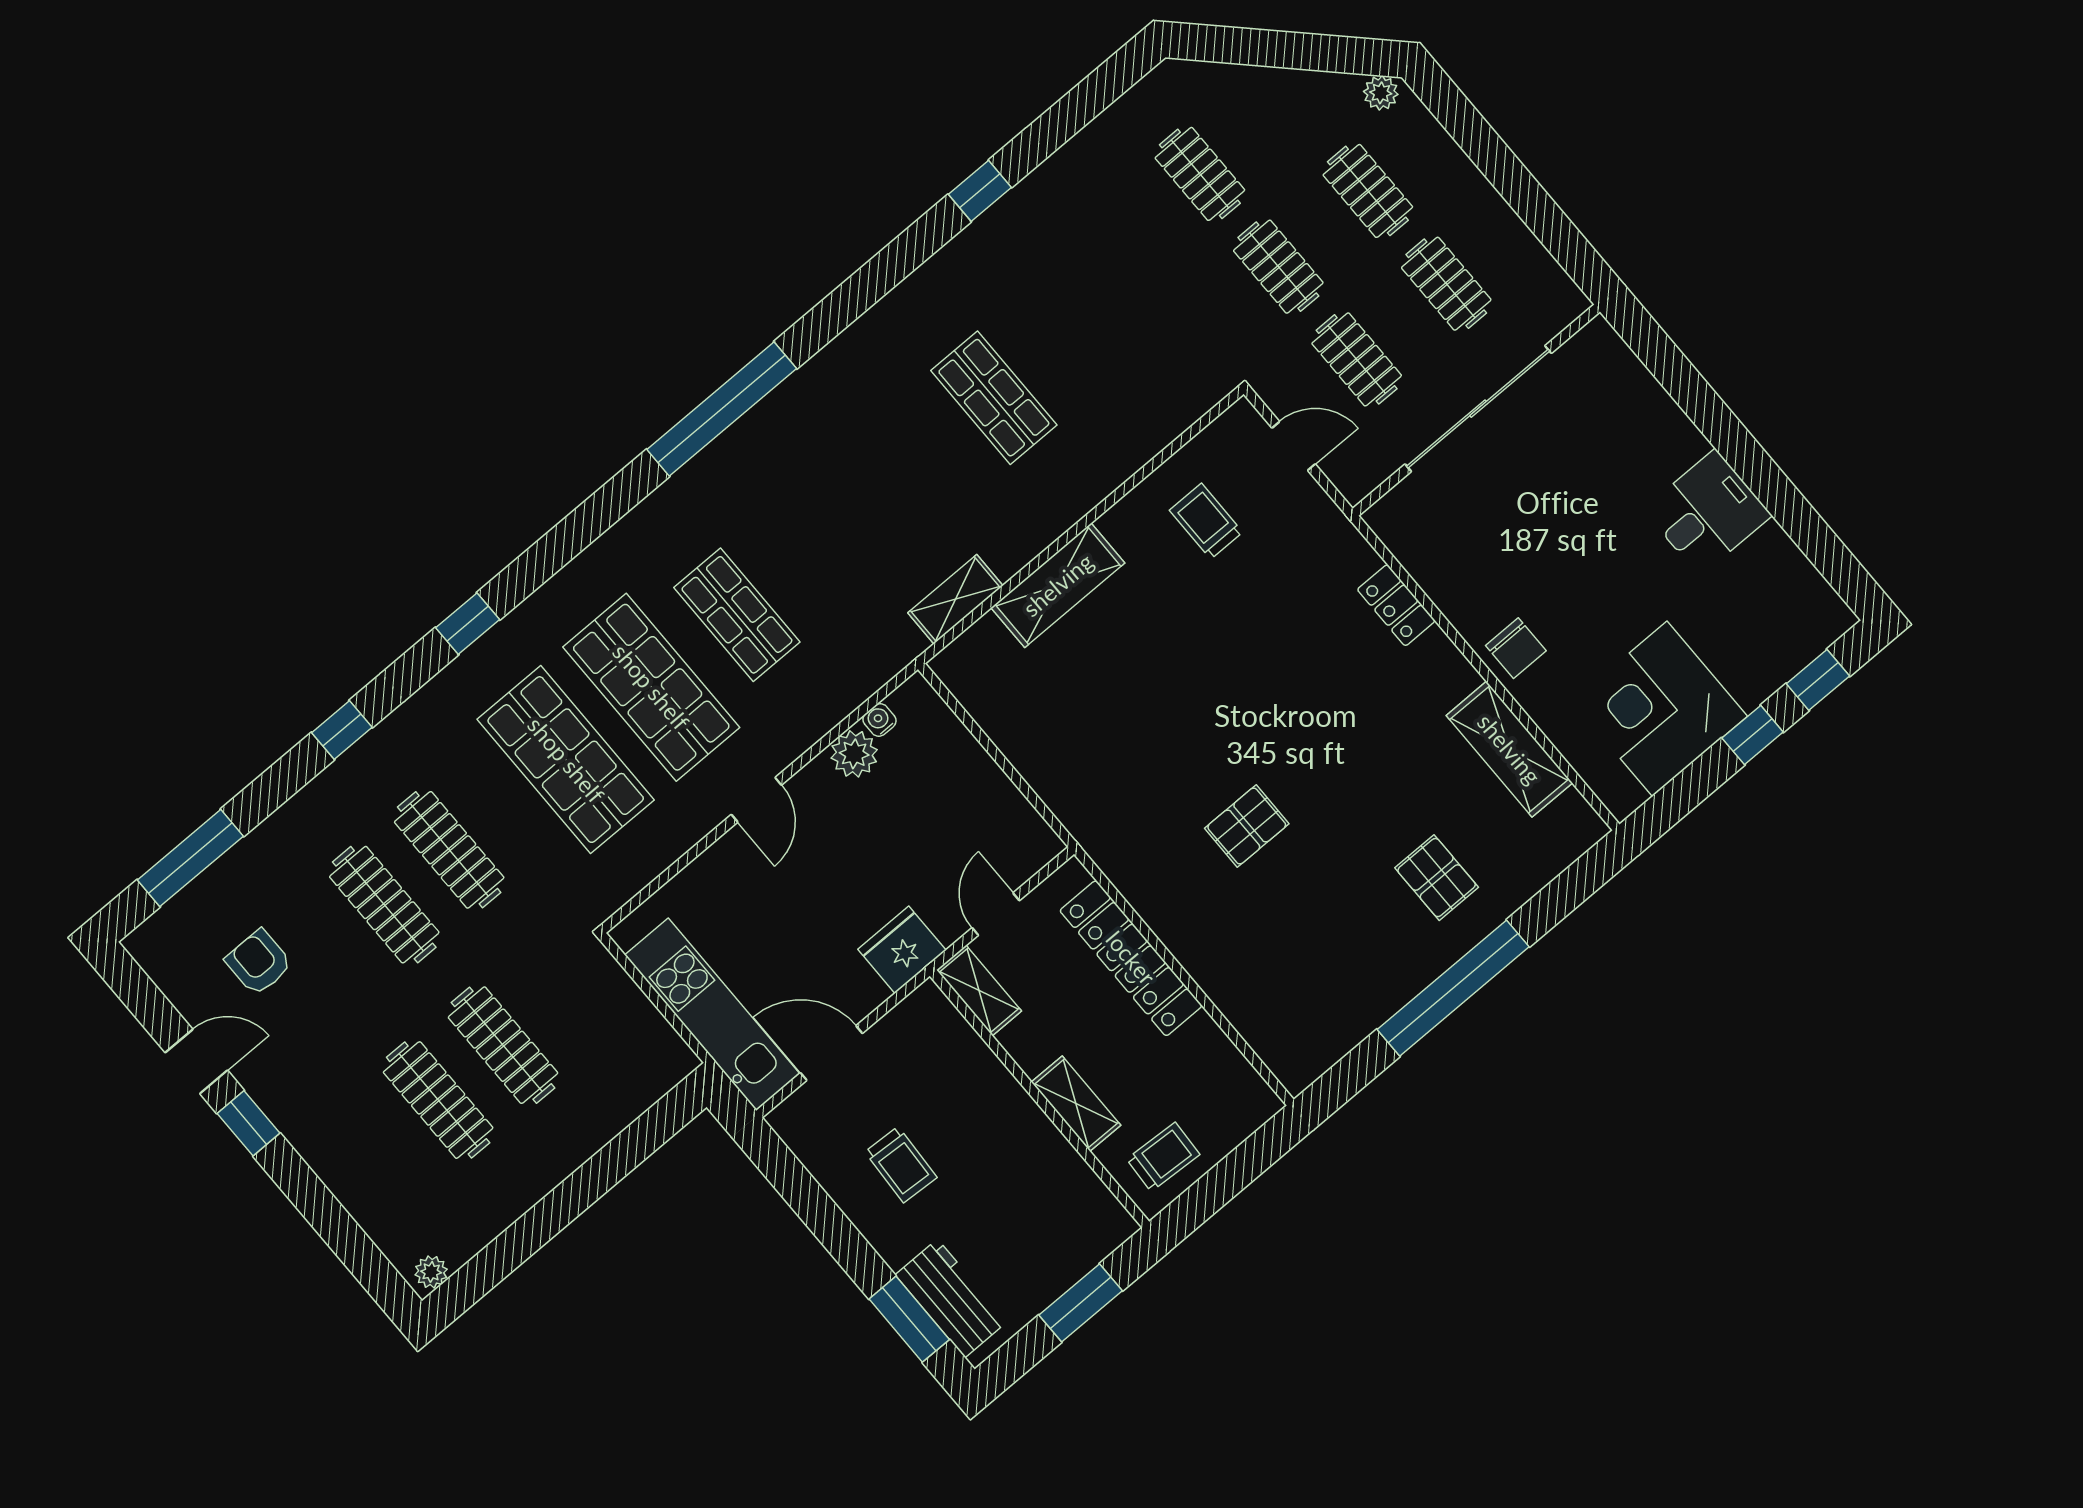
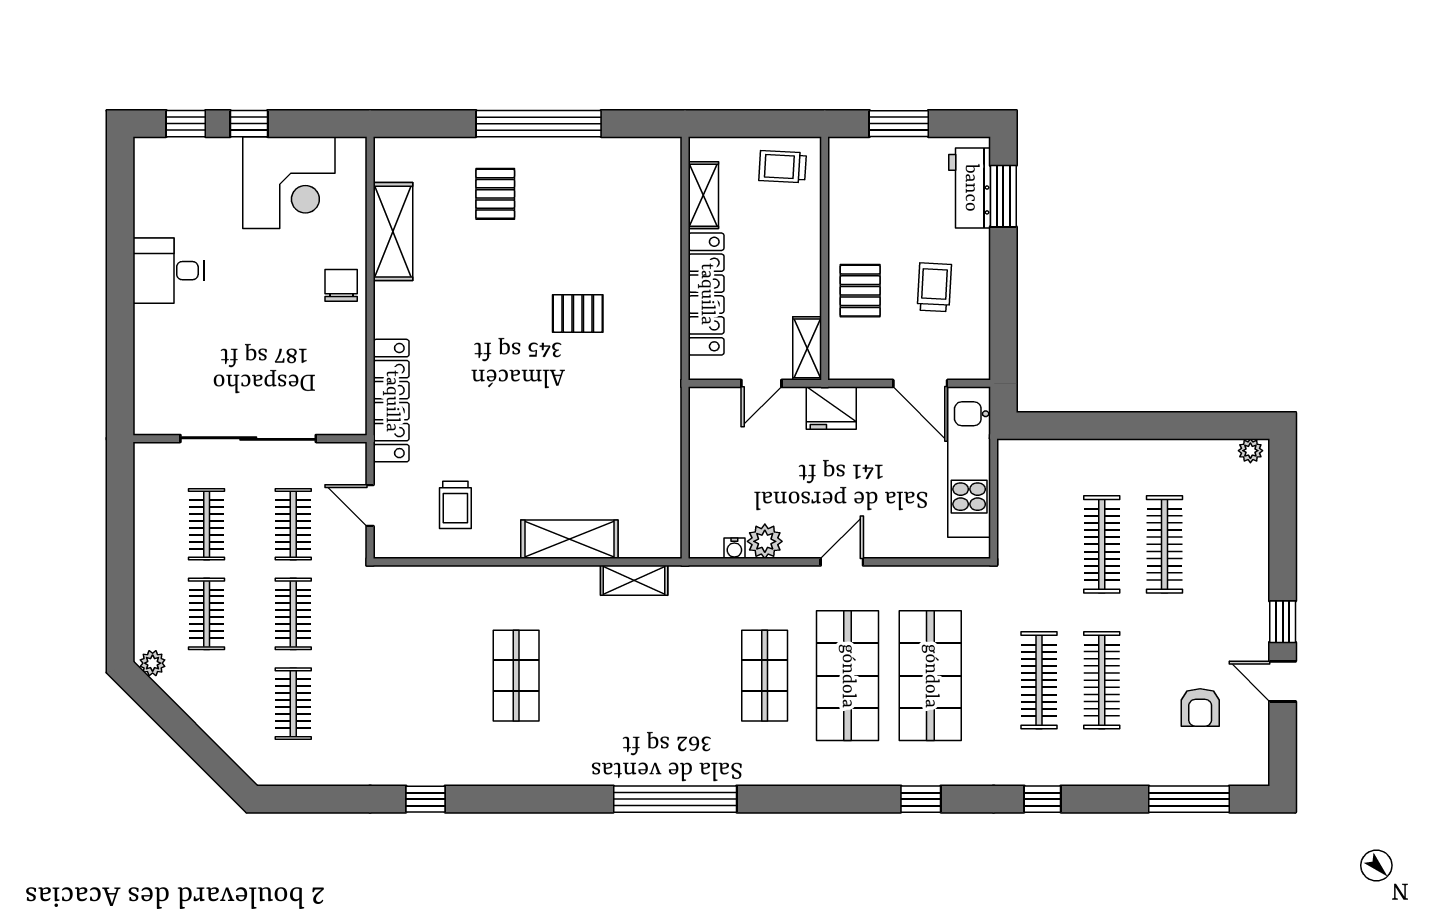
locker: (1396, 605) -> (391, 401), width x2.16, depth x1.21
pallet: (975, 1096) -> (860, 291), added
shelving: (1076, 1104) -> (703, 195), moved

